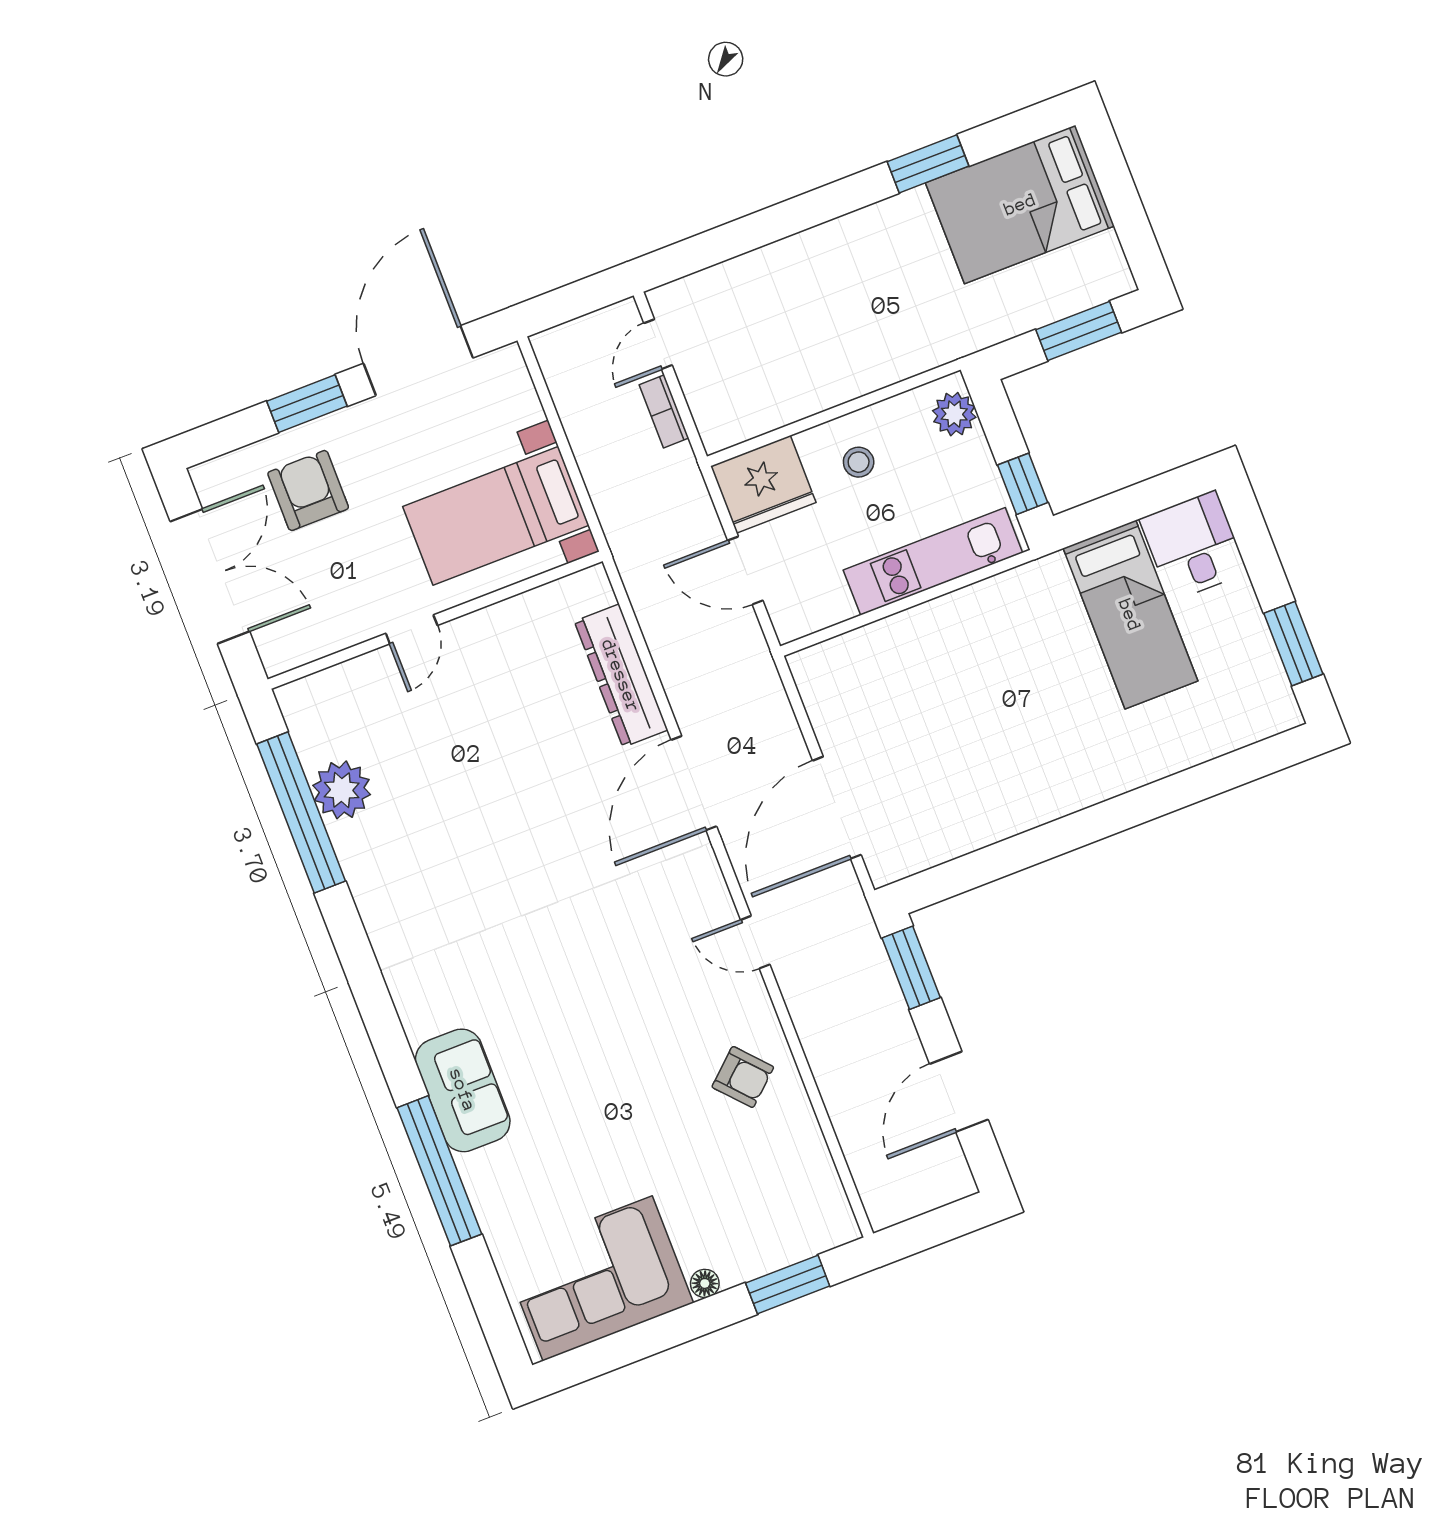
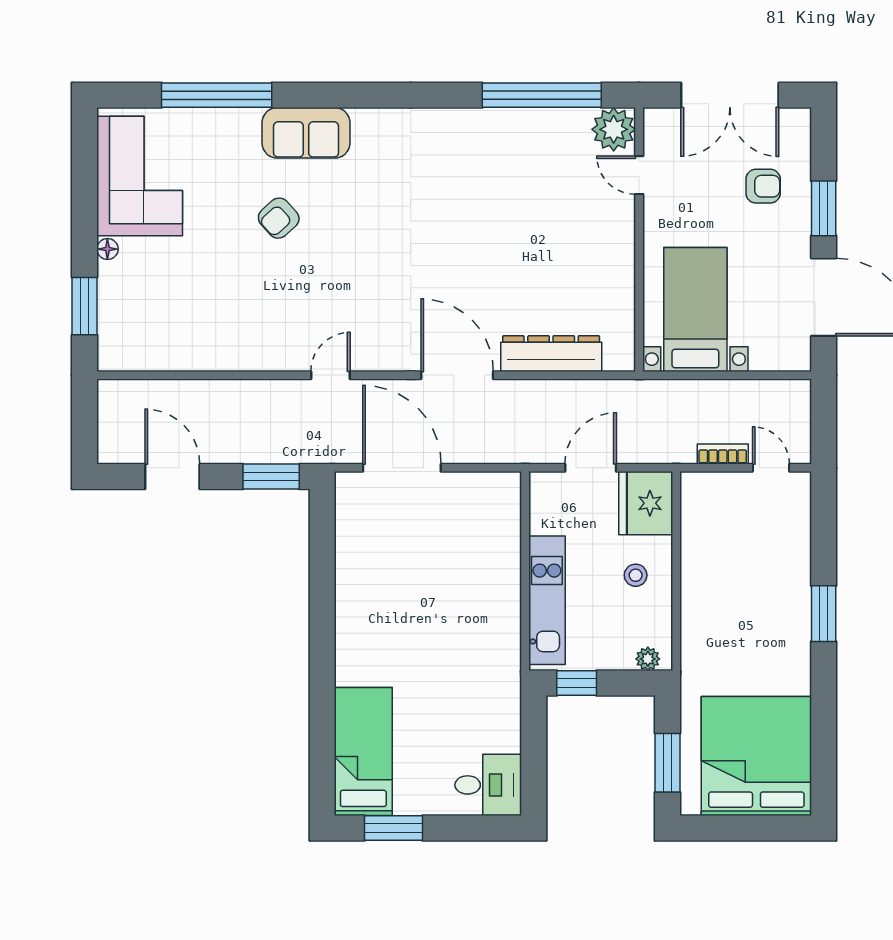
window: (928, 164) -> (824, 614), moved
bed: (1020, 204) -> (756, 756), width x1.36
plant: (954, 414) -> (648, 659), width x0.73, depth x0.73
armchair: (308, 490) -> (763, 186), width x0.72, depth x0.72
bed: (1130, 615) -> (363, 752), moved, turned 90
door: (412, 629) -> (639, 175), moved
plant: (342, 790) -> (614, 129), moved
armchair: (743, 1077) -> (279, 218), moved
window: (439, 1171) -> (217, 95), moved

